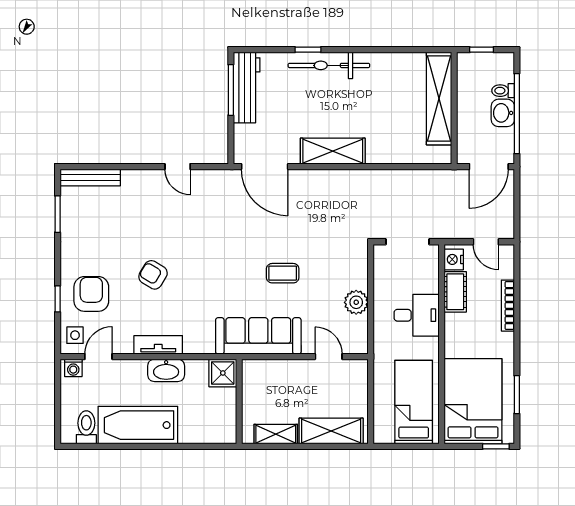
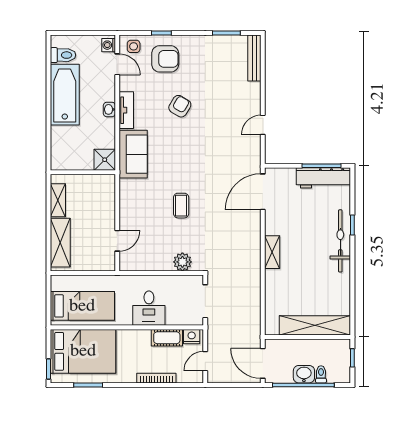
shelving: (333, 151) -> (272, 252), width x0.67, depth x0.75
plant: (356, 302) -> (182, 262), moved
sofa: (258, 336) -> (133, 154), moved, width x0.73
washbasin: (166, 370) -> (109, 109), width x0.52, depth x0.69

